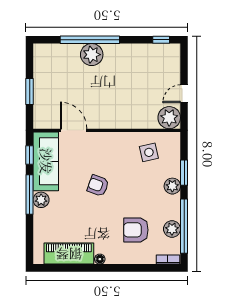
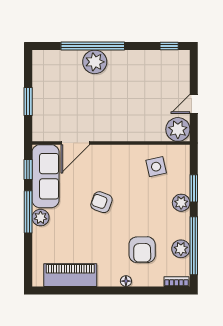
door: (74, 130) -> (75, 143), swing flipped
armchair: (136, 230) -> (142, 250), turned -91
floor lamp: (100, 259) -> (126, 281), moved

